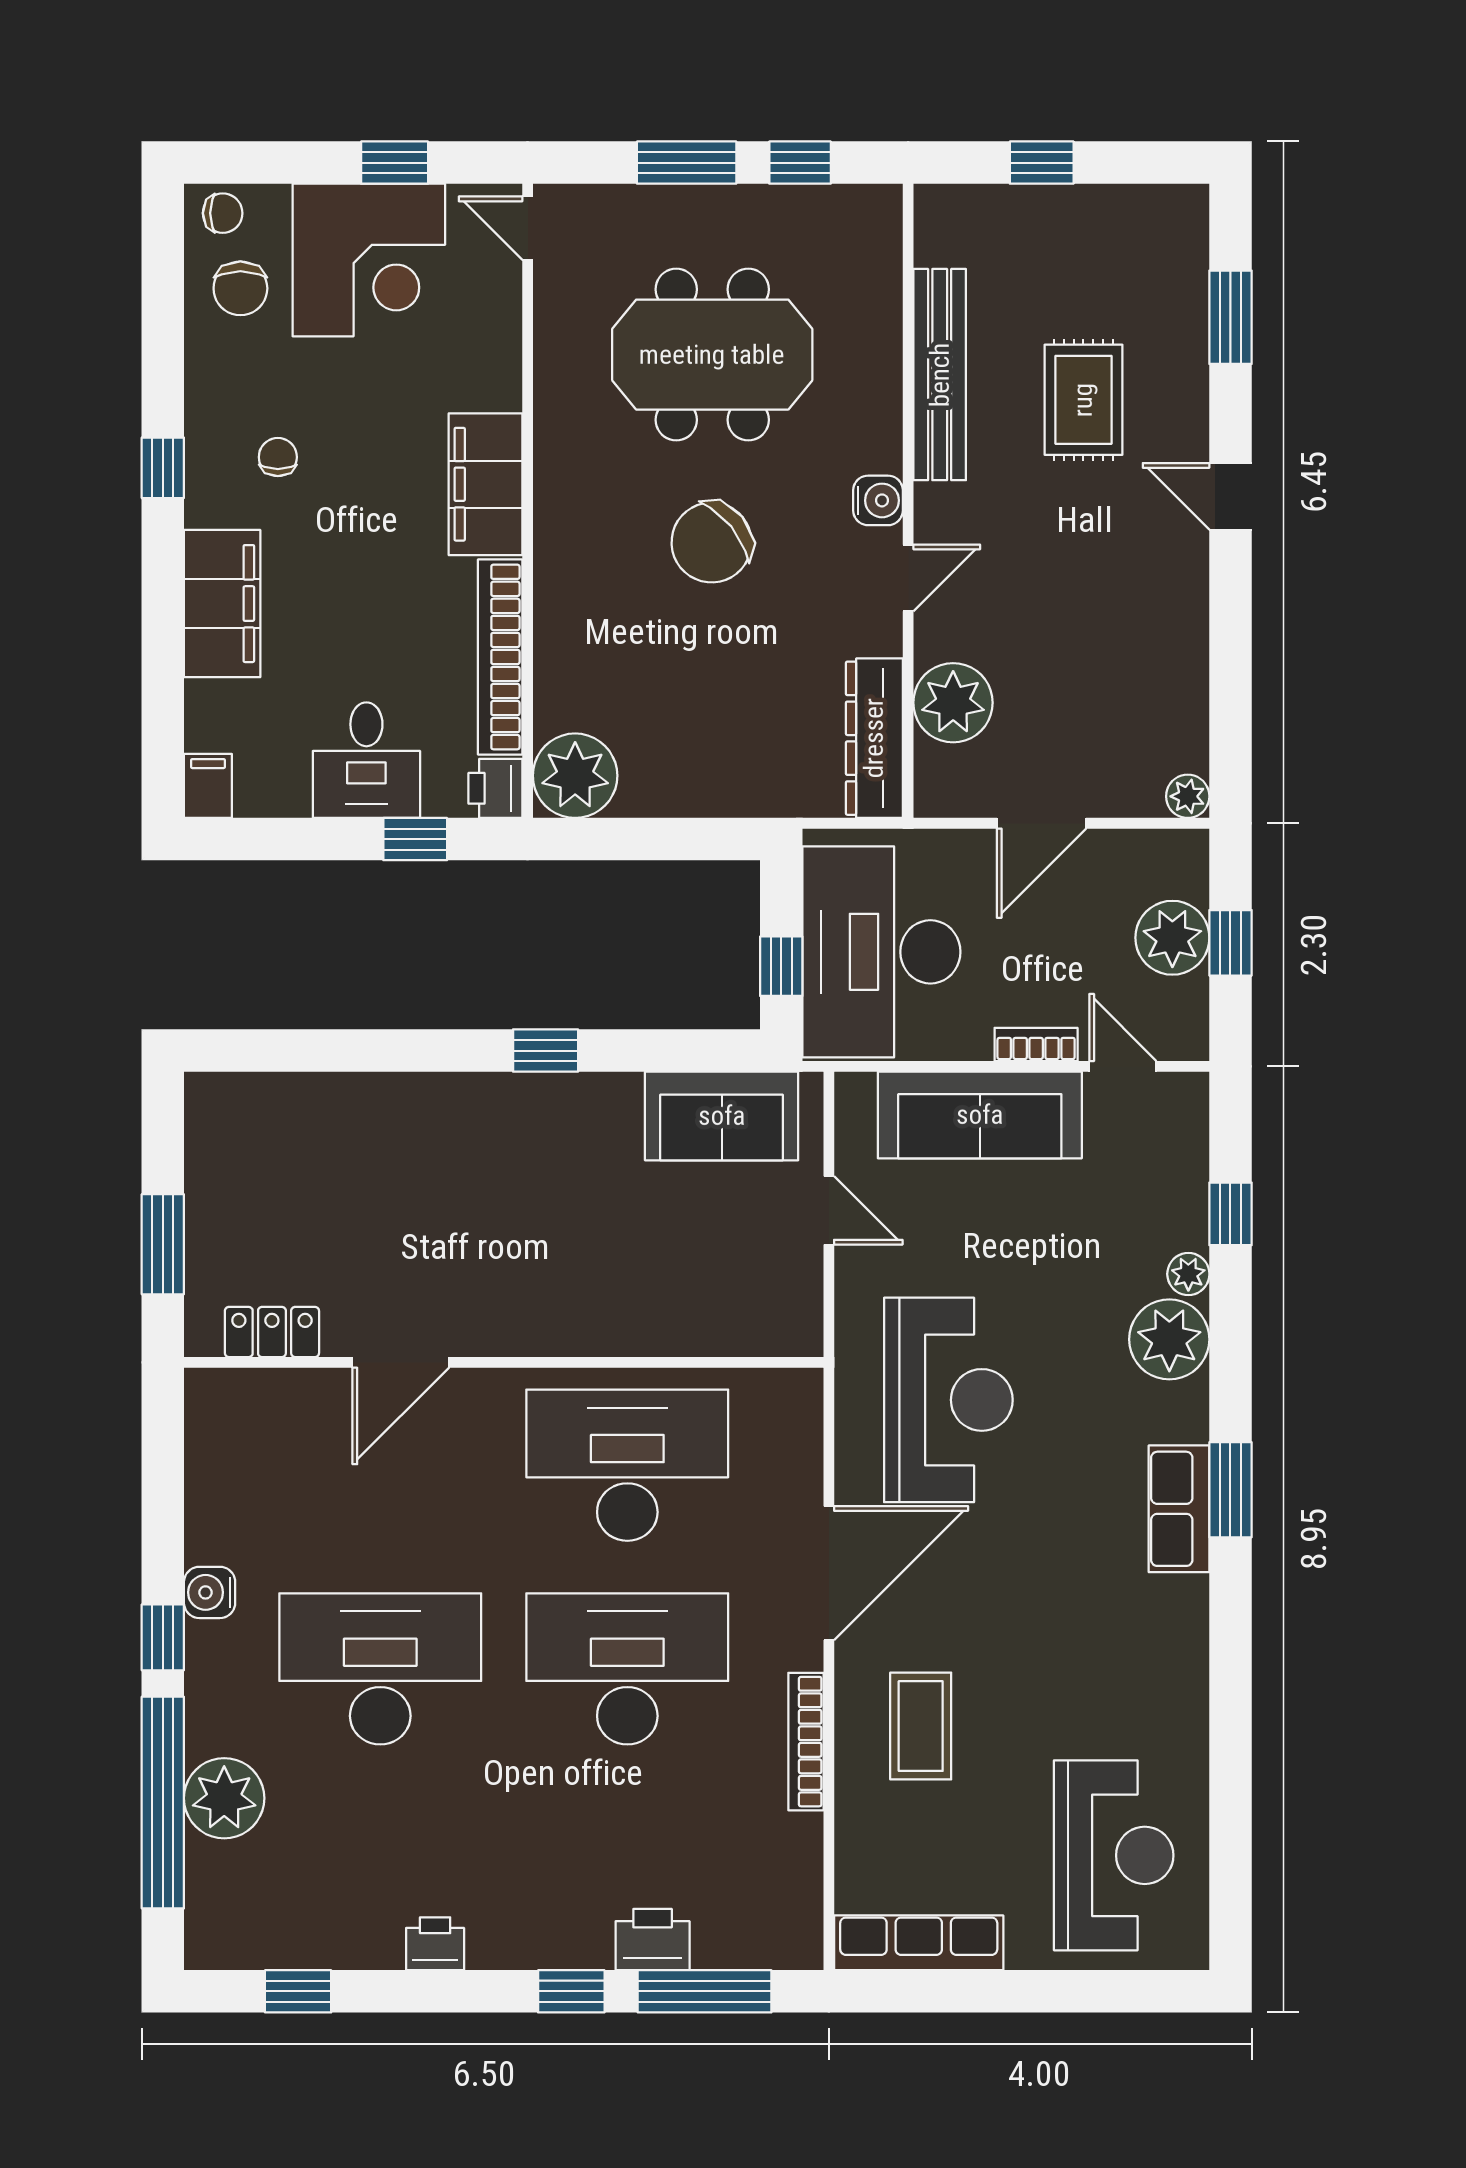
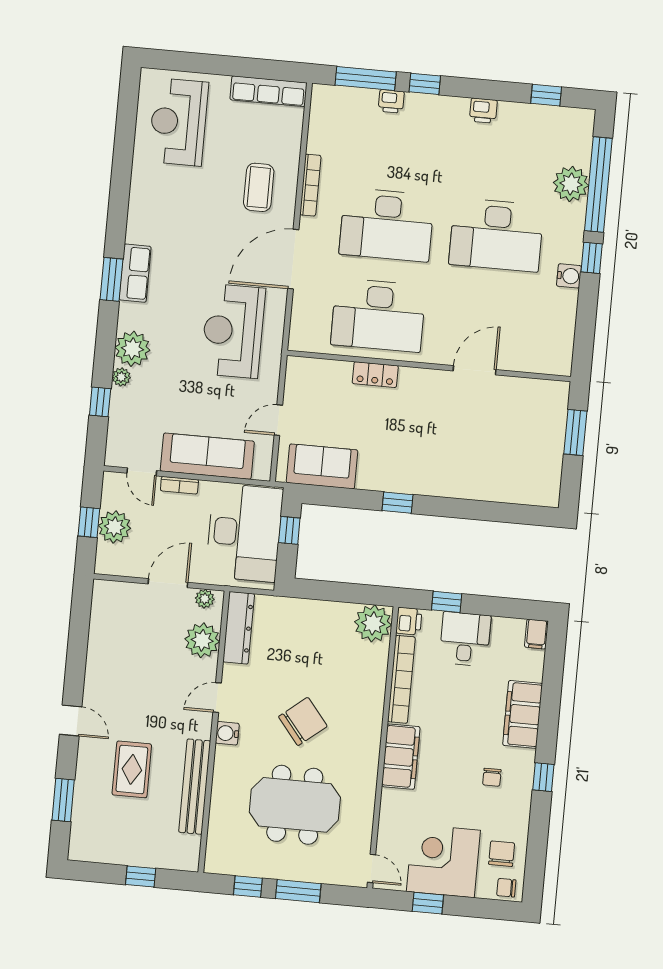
plant: (1188, 796) -> (205, 599), moved
door: (829, 1210) -> (278, 420), hinge flipped
locker: (272, 1332) -> (375, 375), moved
printer: (653, 1940) -> (391, 101), width x0.73, depth x0.81

